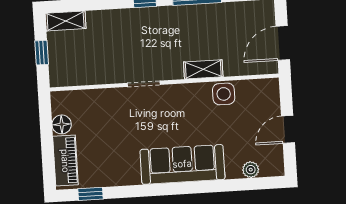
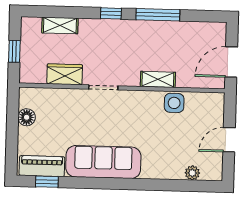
shelving: (66, 21) -> (60, 25), moved
wardrobe: (100, 73) -> (65, 74), added
piano: (65, 161) -> (42, 166), moved, turned -90
sofa: (182, 164) -> (103, 162), moved

